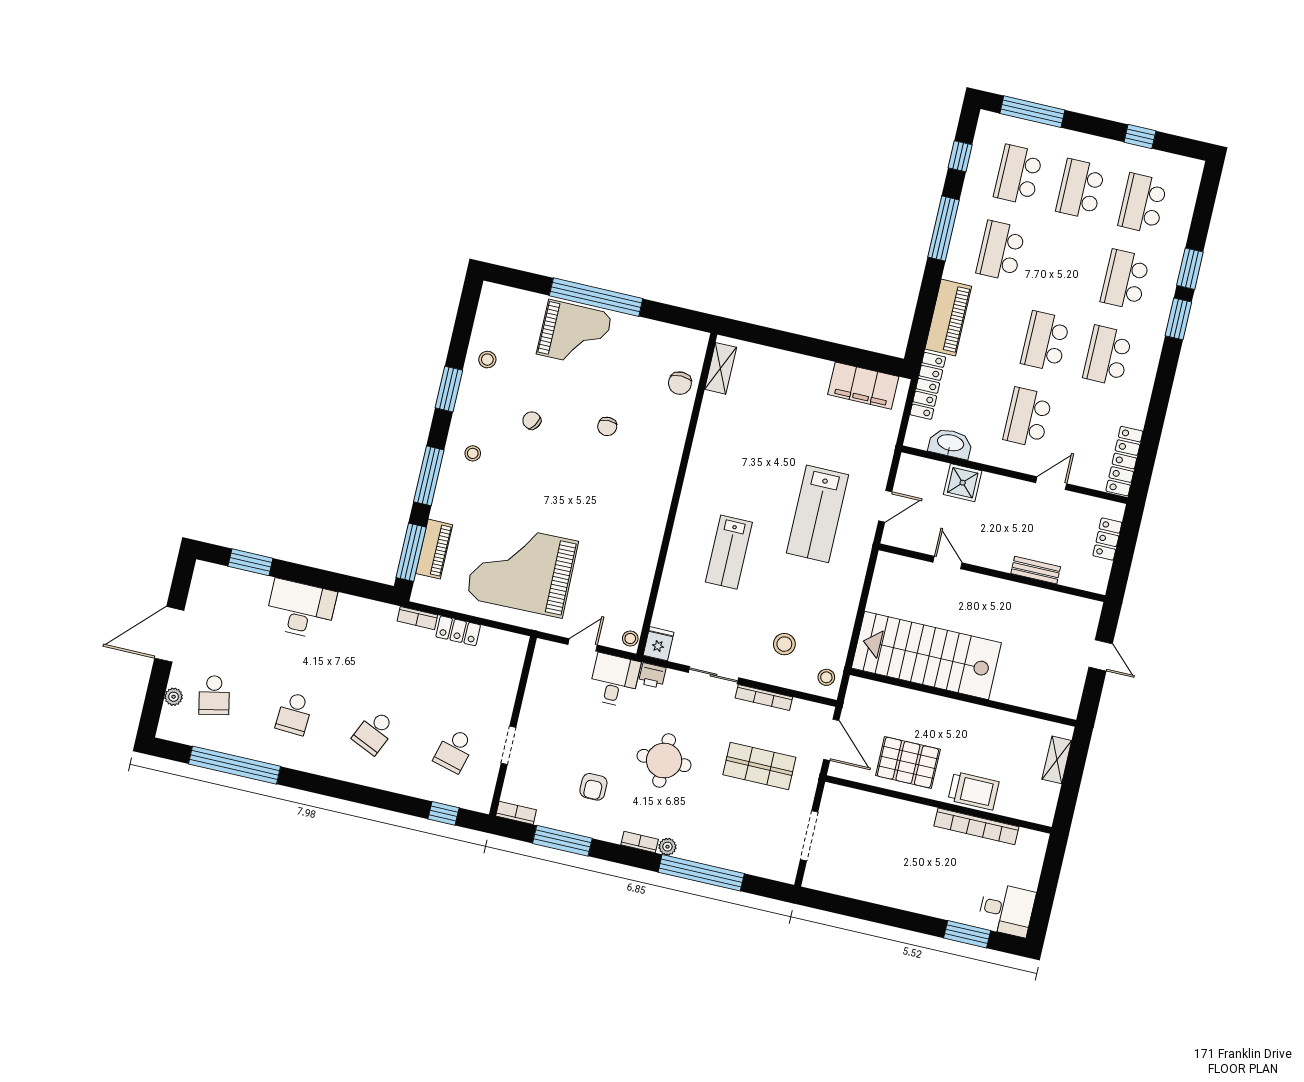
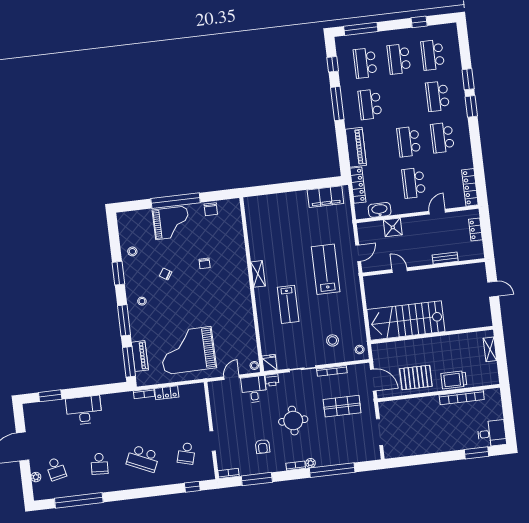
shelving: (721, 368) -> (258, 274), moved
chair: (680, 383) -> (211, 209), moved
lab bench: (818, 514) -> (326, 269), turned 180
school desk: (374, 732) -> (143, 459), width x1.85
trolley: (974, 791) -> (454, 380), turned 180

